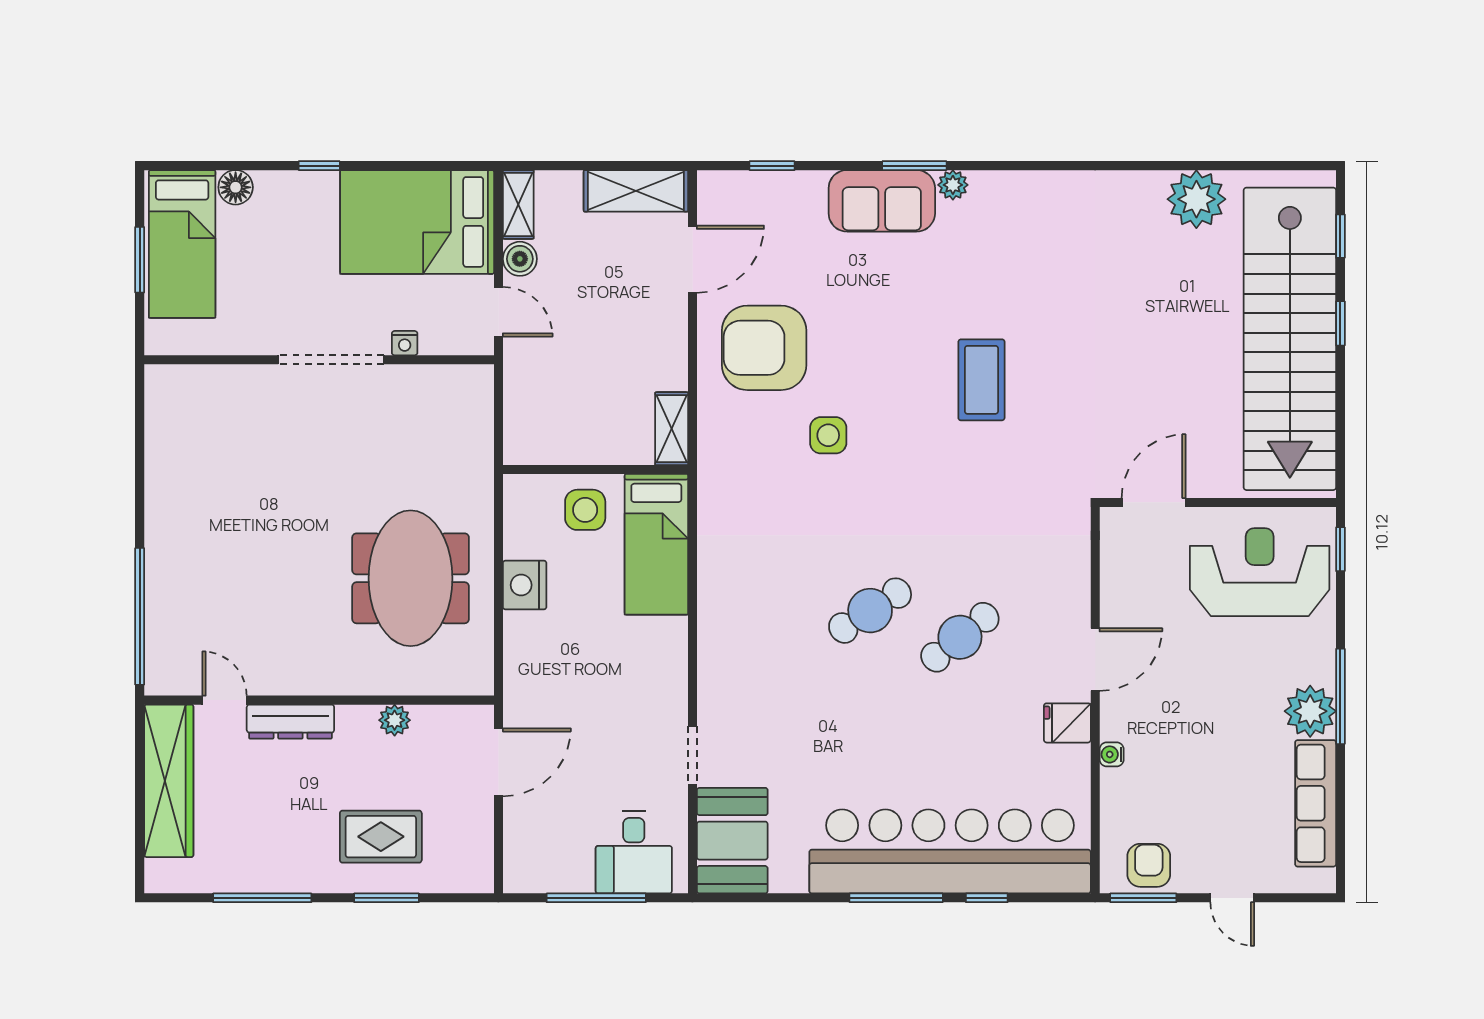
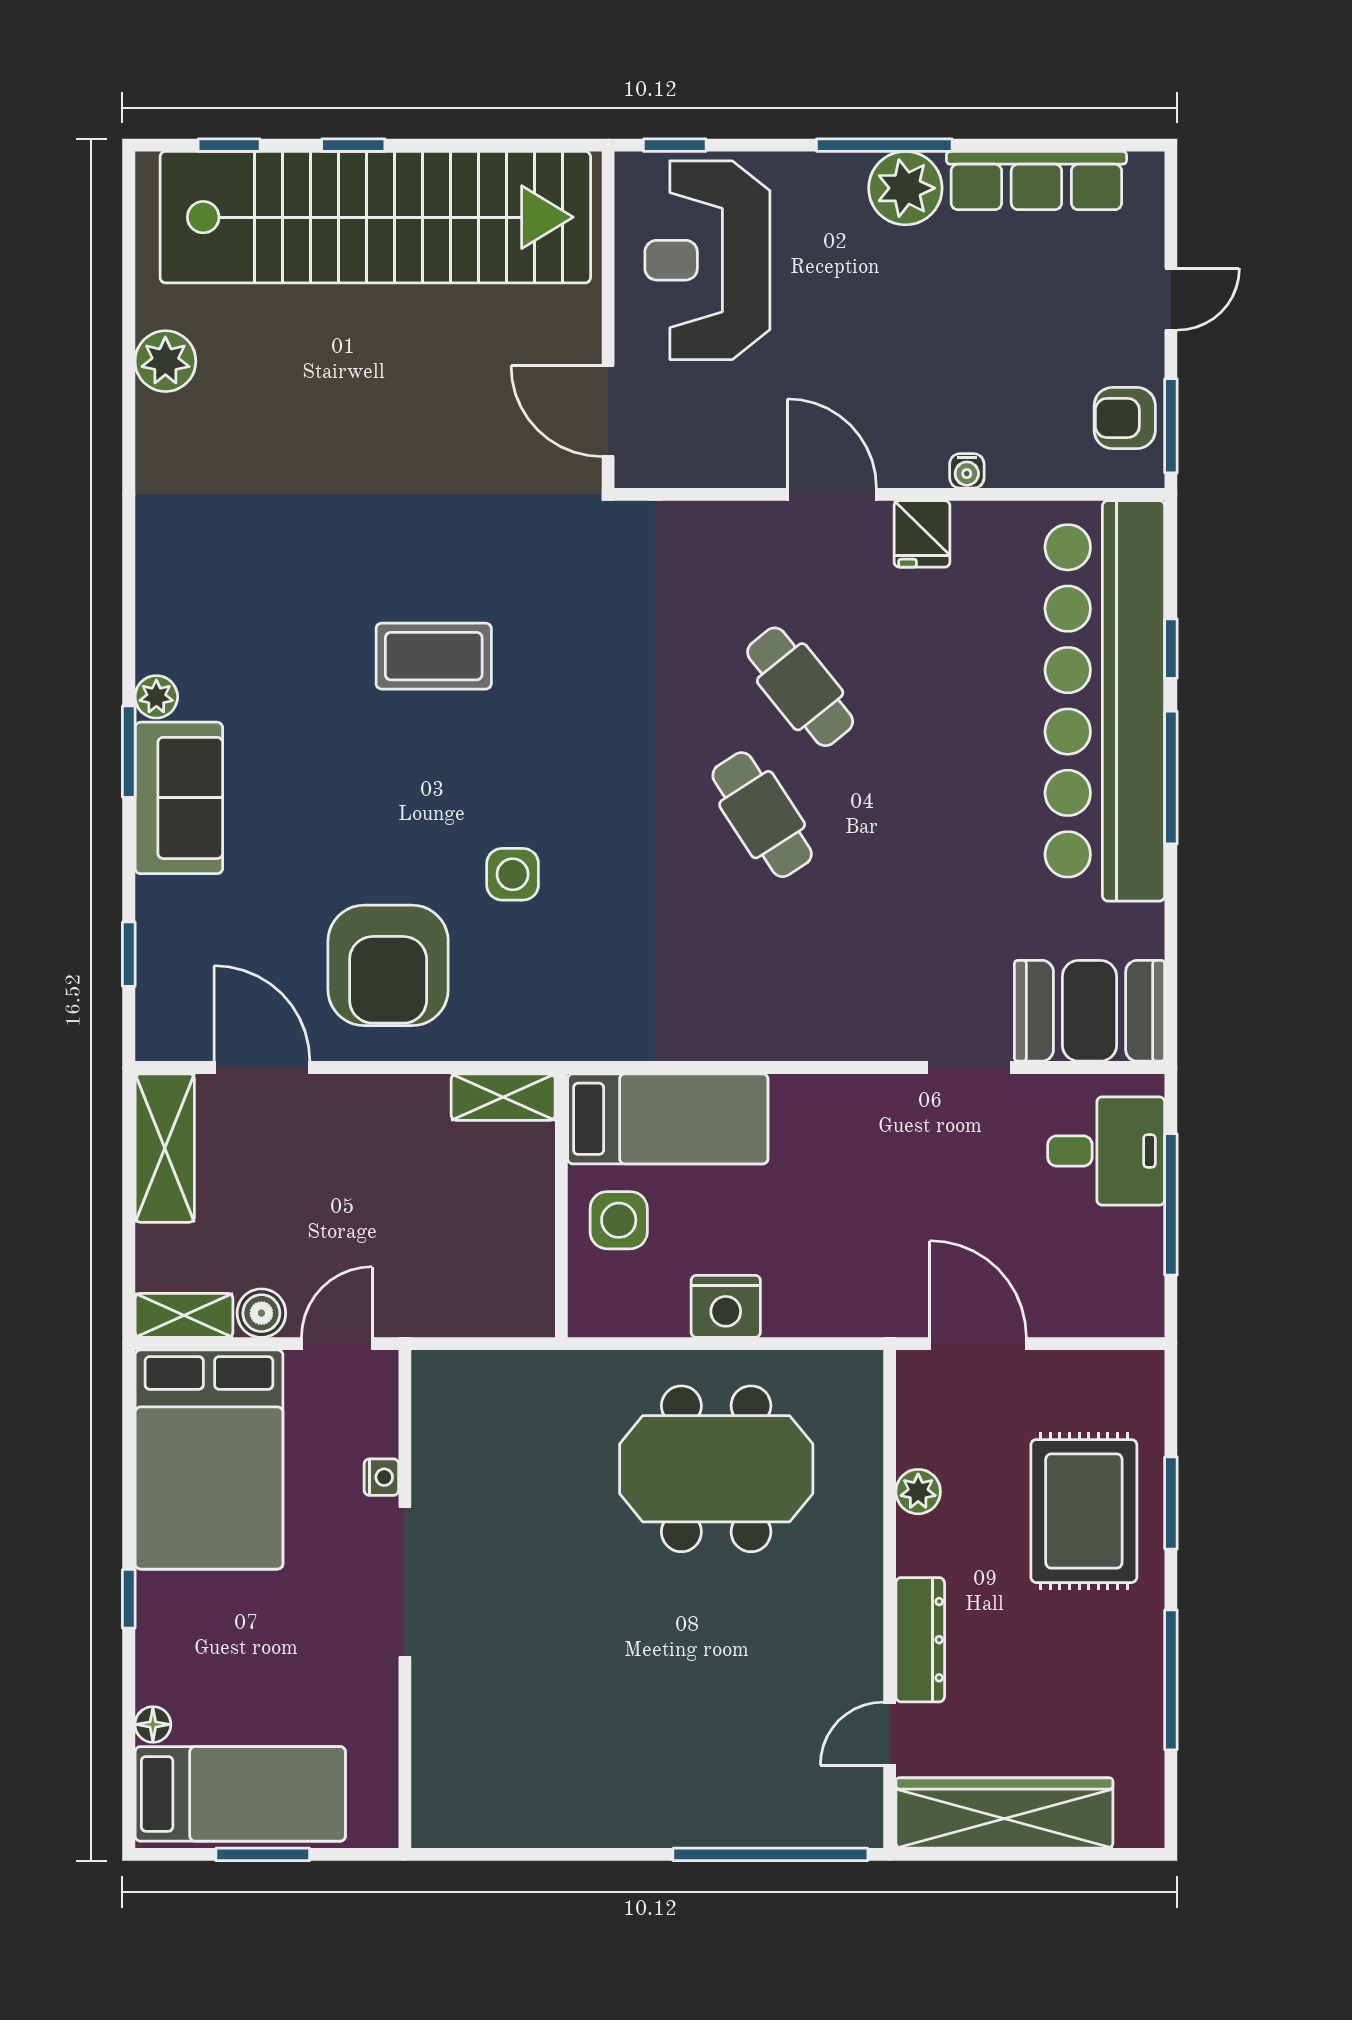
floor lamp: (236, 187) -> (153, 1724), width x0.73, depth x0.73
plant: (1196, 199) -> (165, 361), width x0.73, depth x0.73
rug: (381, 837) -> (1084, 1511), width x1.36, depth x1.43

